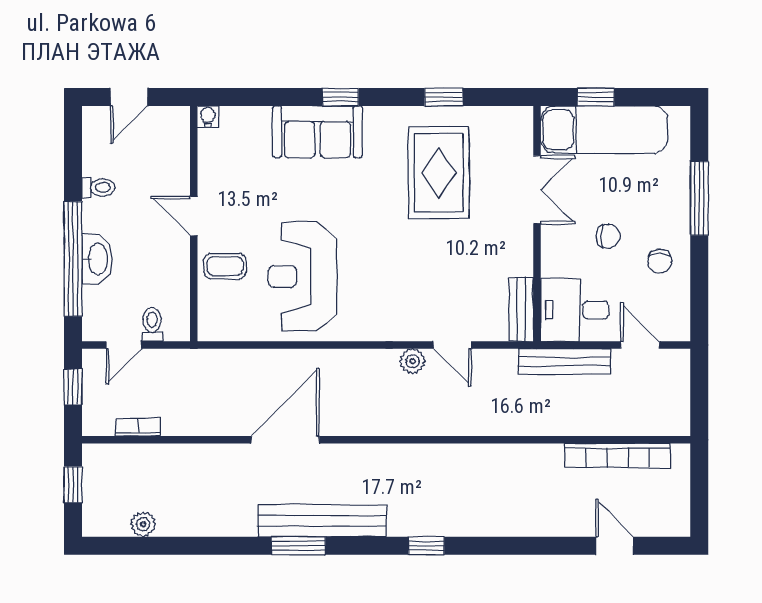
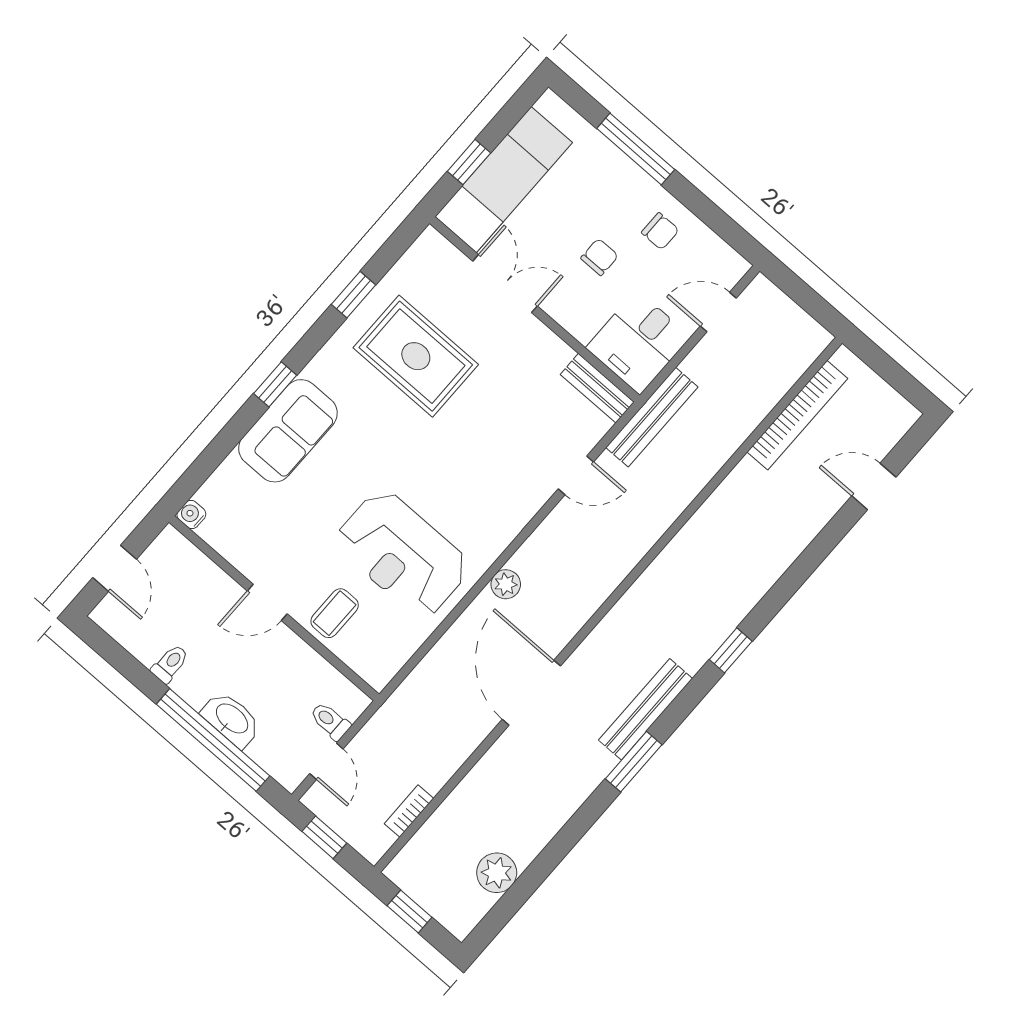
plant: (413, 361) -> (506, 584), moved
bench: (565, 362) -> (652, 417), moved
bench: (322, 521) -> (646, 709), width x0.73, depth x0.82
plant: (143, 524) -> (497, 873), width x1.38, depth x1.38

